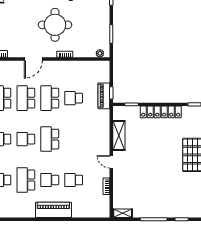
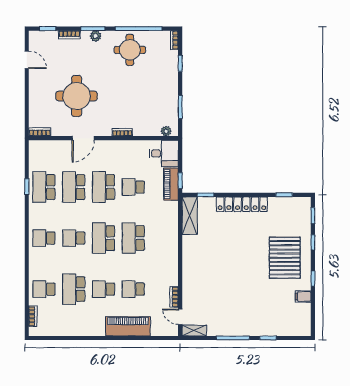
round table: (55, 25) -> (77, 96), moved
desk: (98, 71) -> (164, 153), added
shelving: (119, 135) -> (190, 216), moved
school desk: (74, 139) -> (133, 238), added
door: (111, 162) -> (180, 317), moved
piano: (53, 210) -> (128, 326), moved

